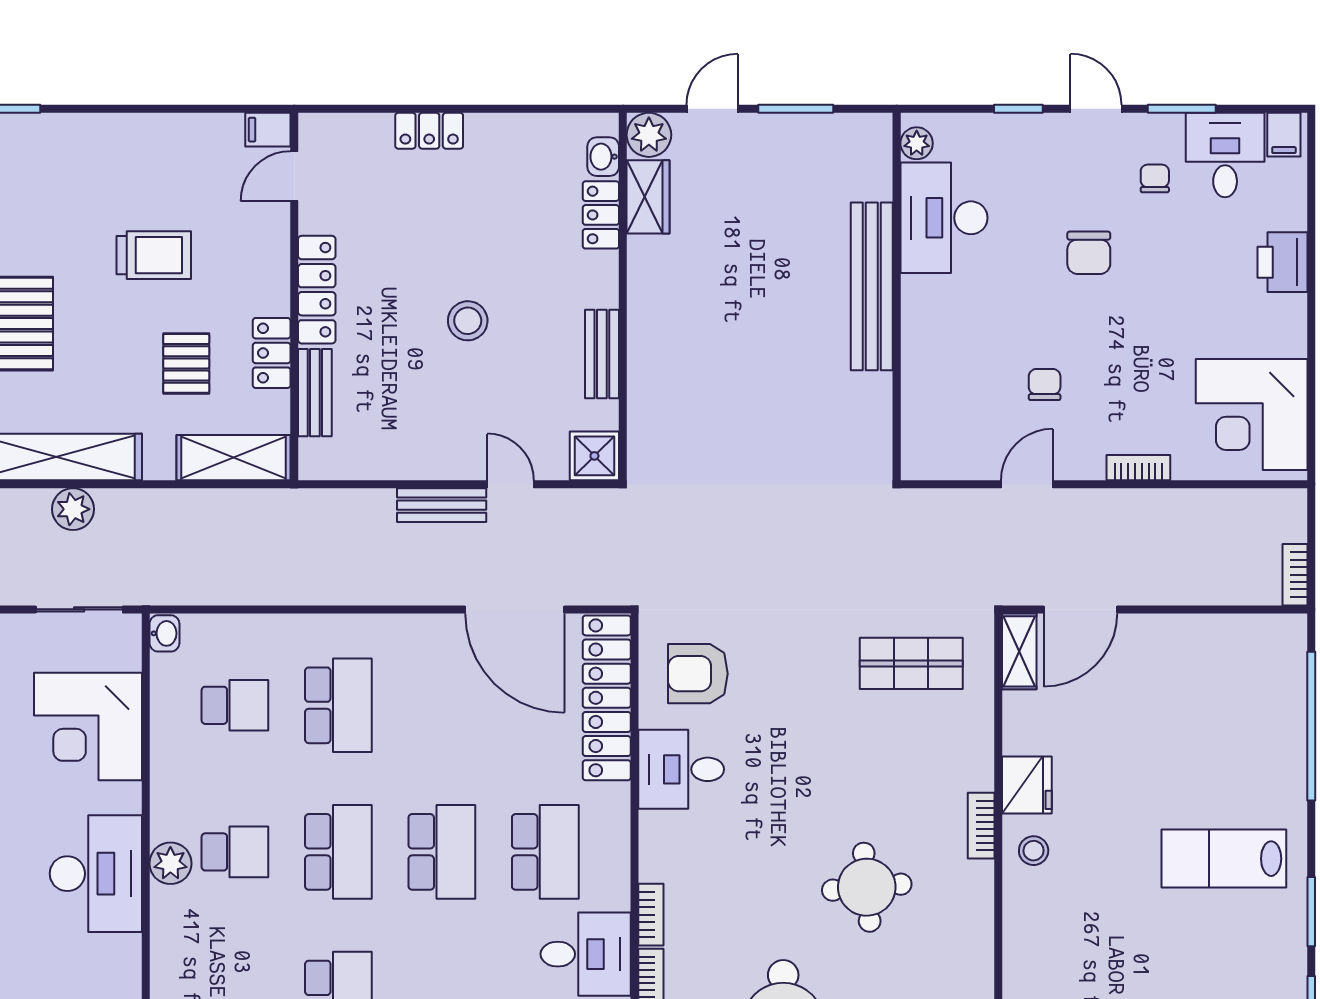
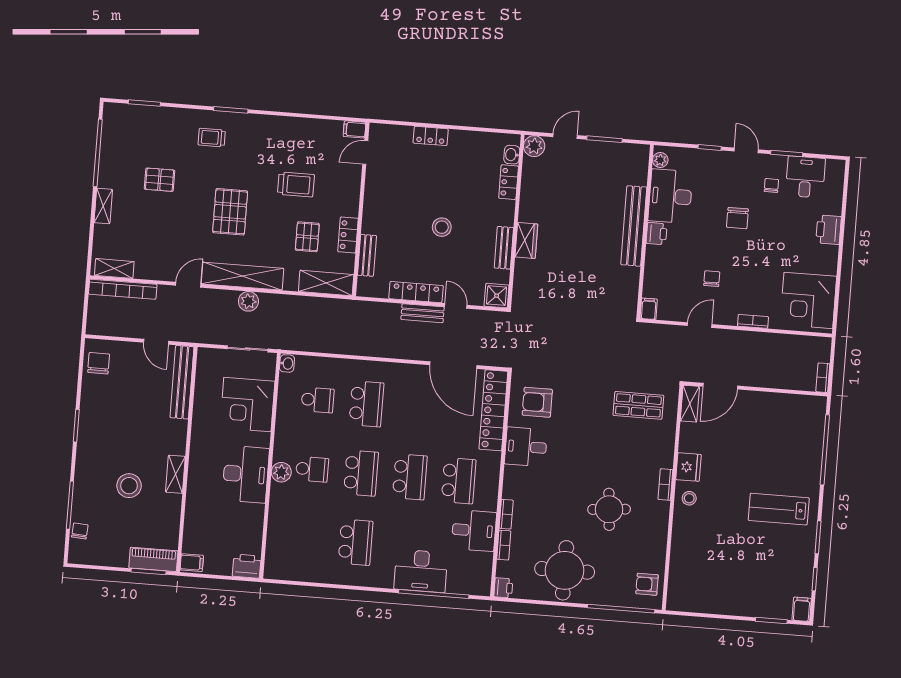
filing cabinet: (1284, 135) -> (649, 309), moved, turned 180
wardrobe: (648, 197) -> (526, 241), moved
locker: (317, 290) -> (416, 292), moved, turned -90
printer: (921, 299) -> (657, 234), added

